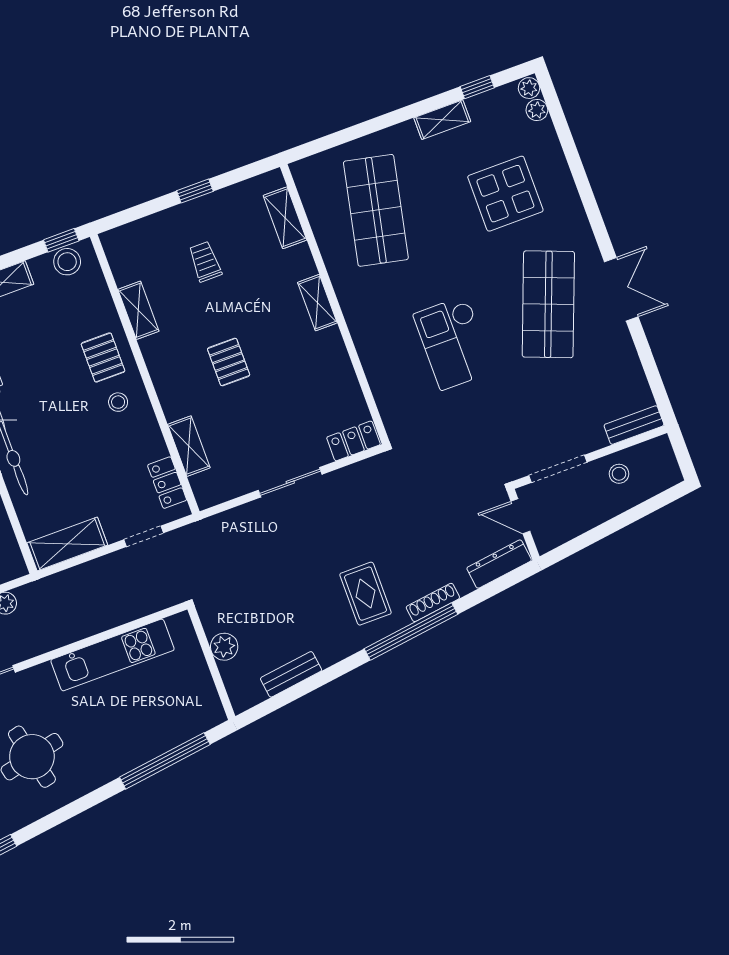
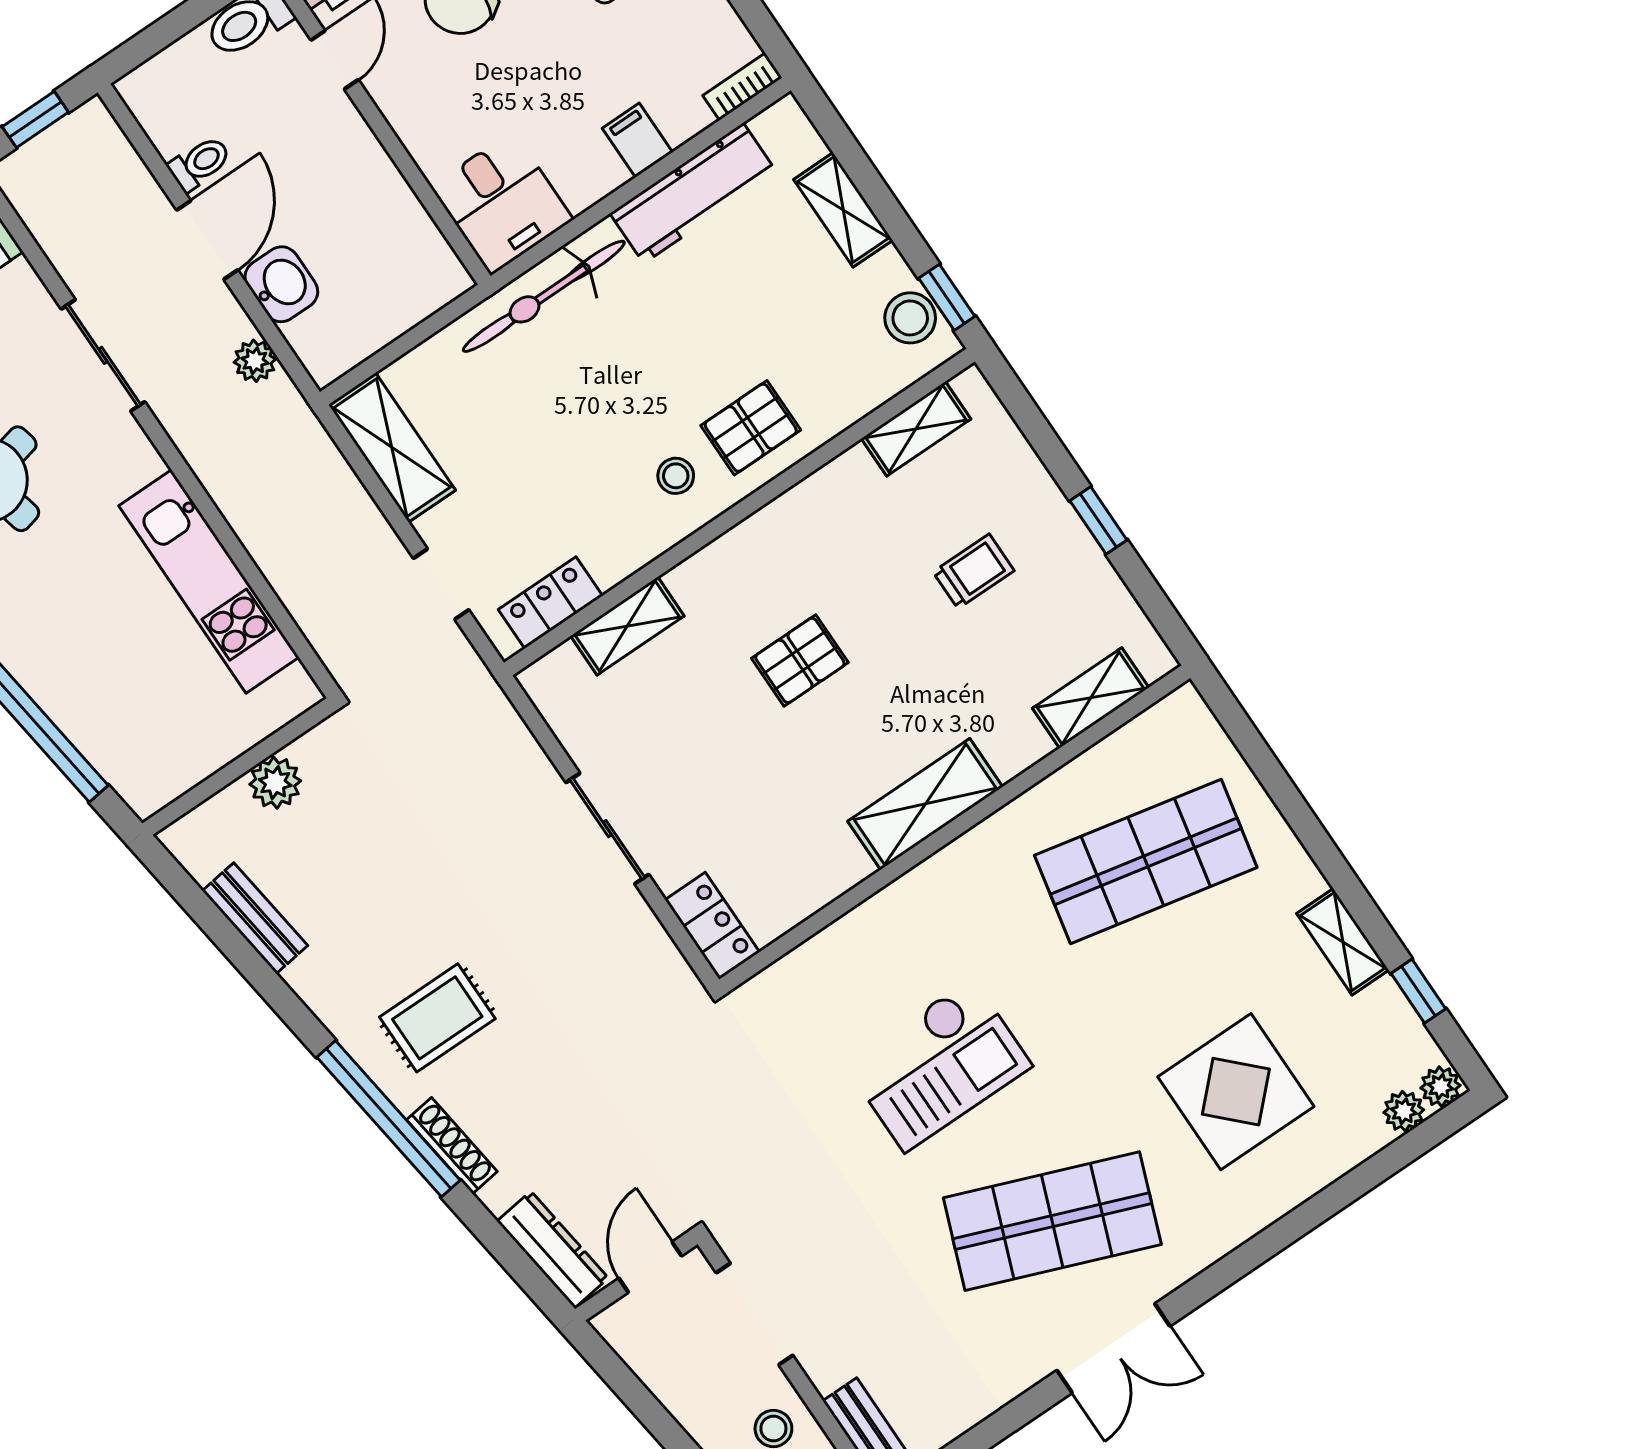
shelving: (317, 303) -> (925, 804), width x1.50, depth x1.33
shelving: (138, 310) -> (916, 429), moved
checkout: (454, 343) -> (938, 1065), turned 180

